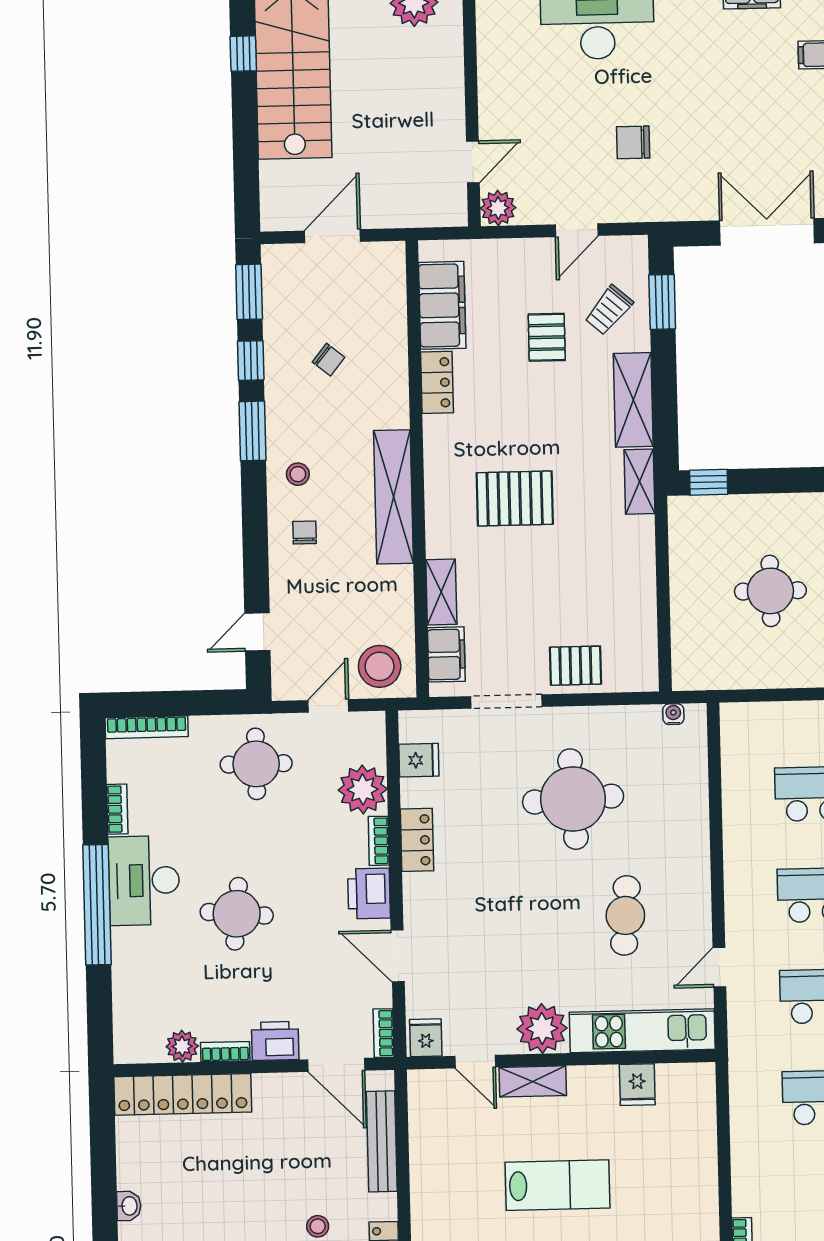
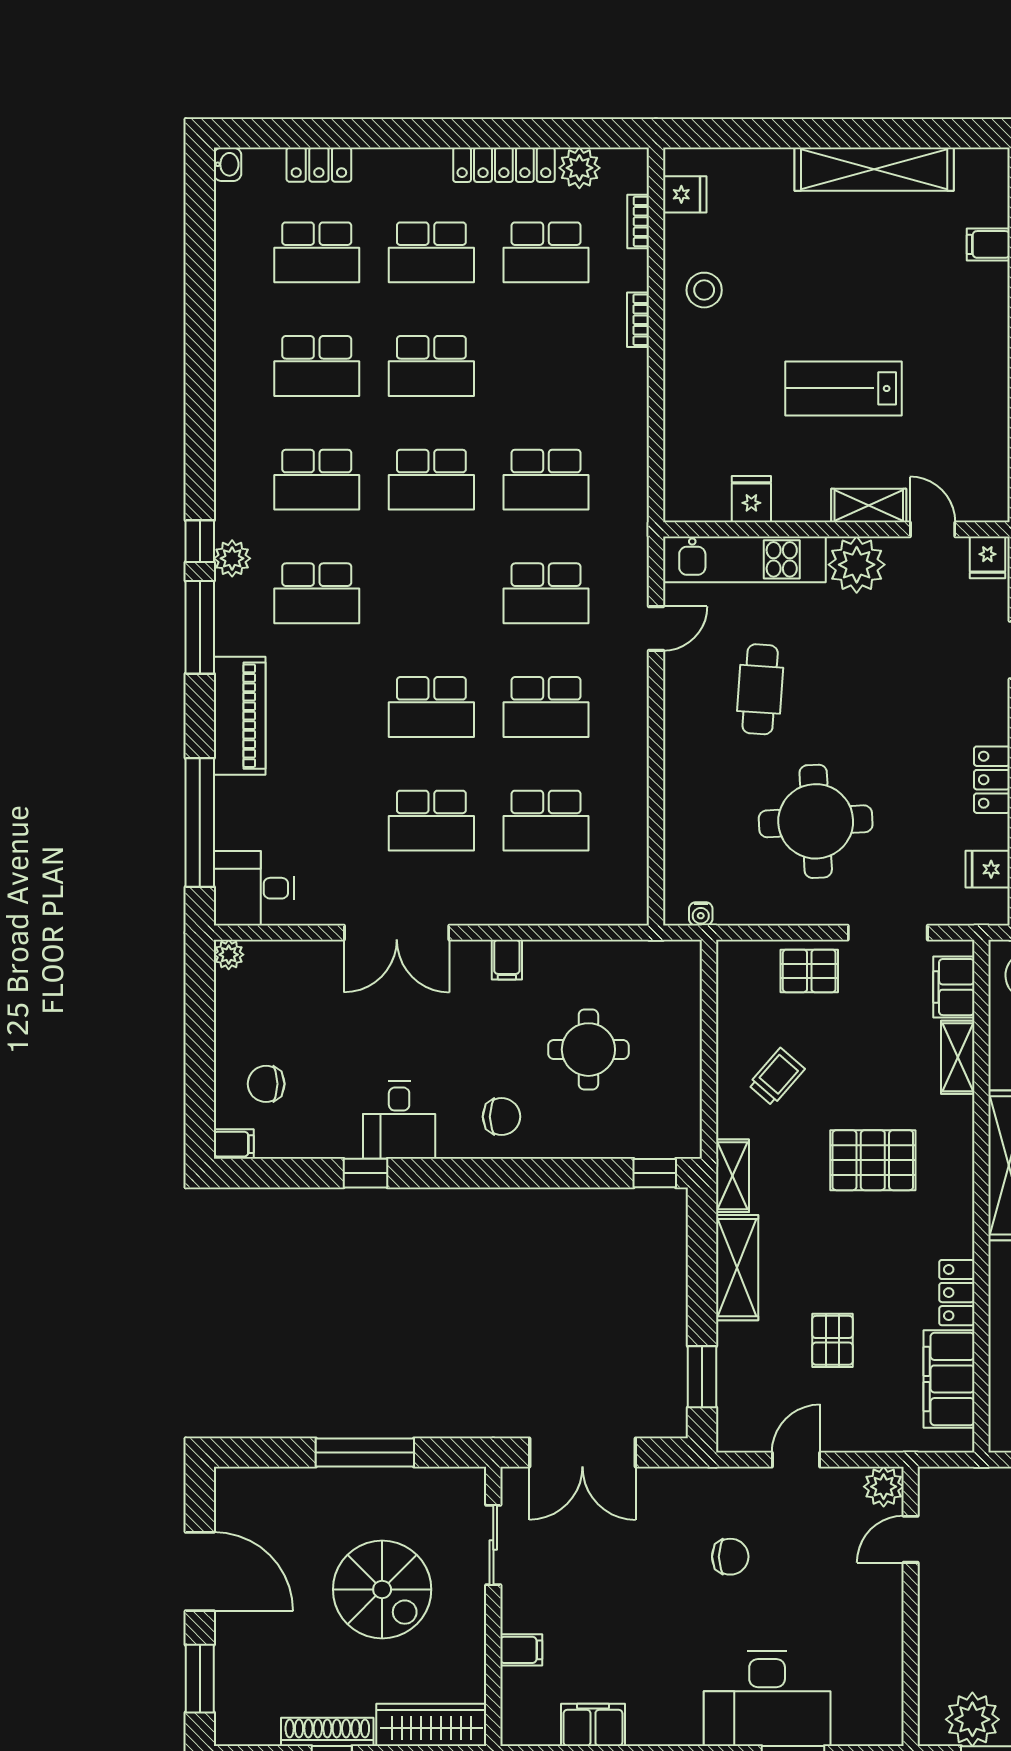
trolley: (609, 310) -> (777, 1077), moved

